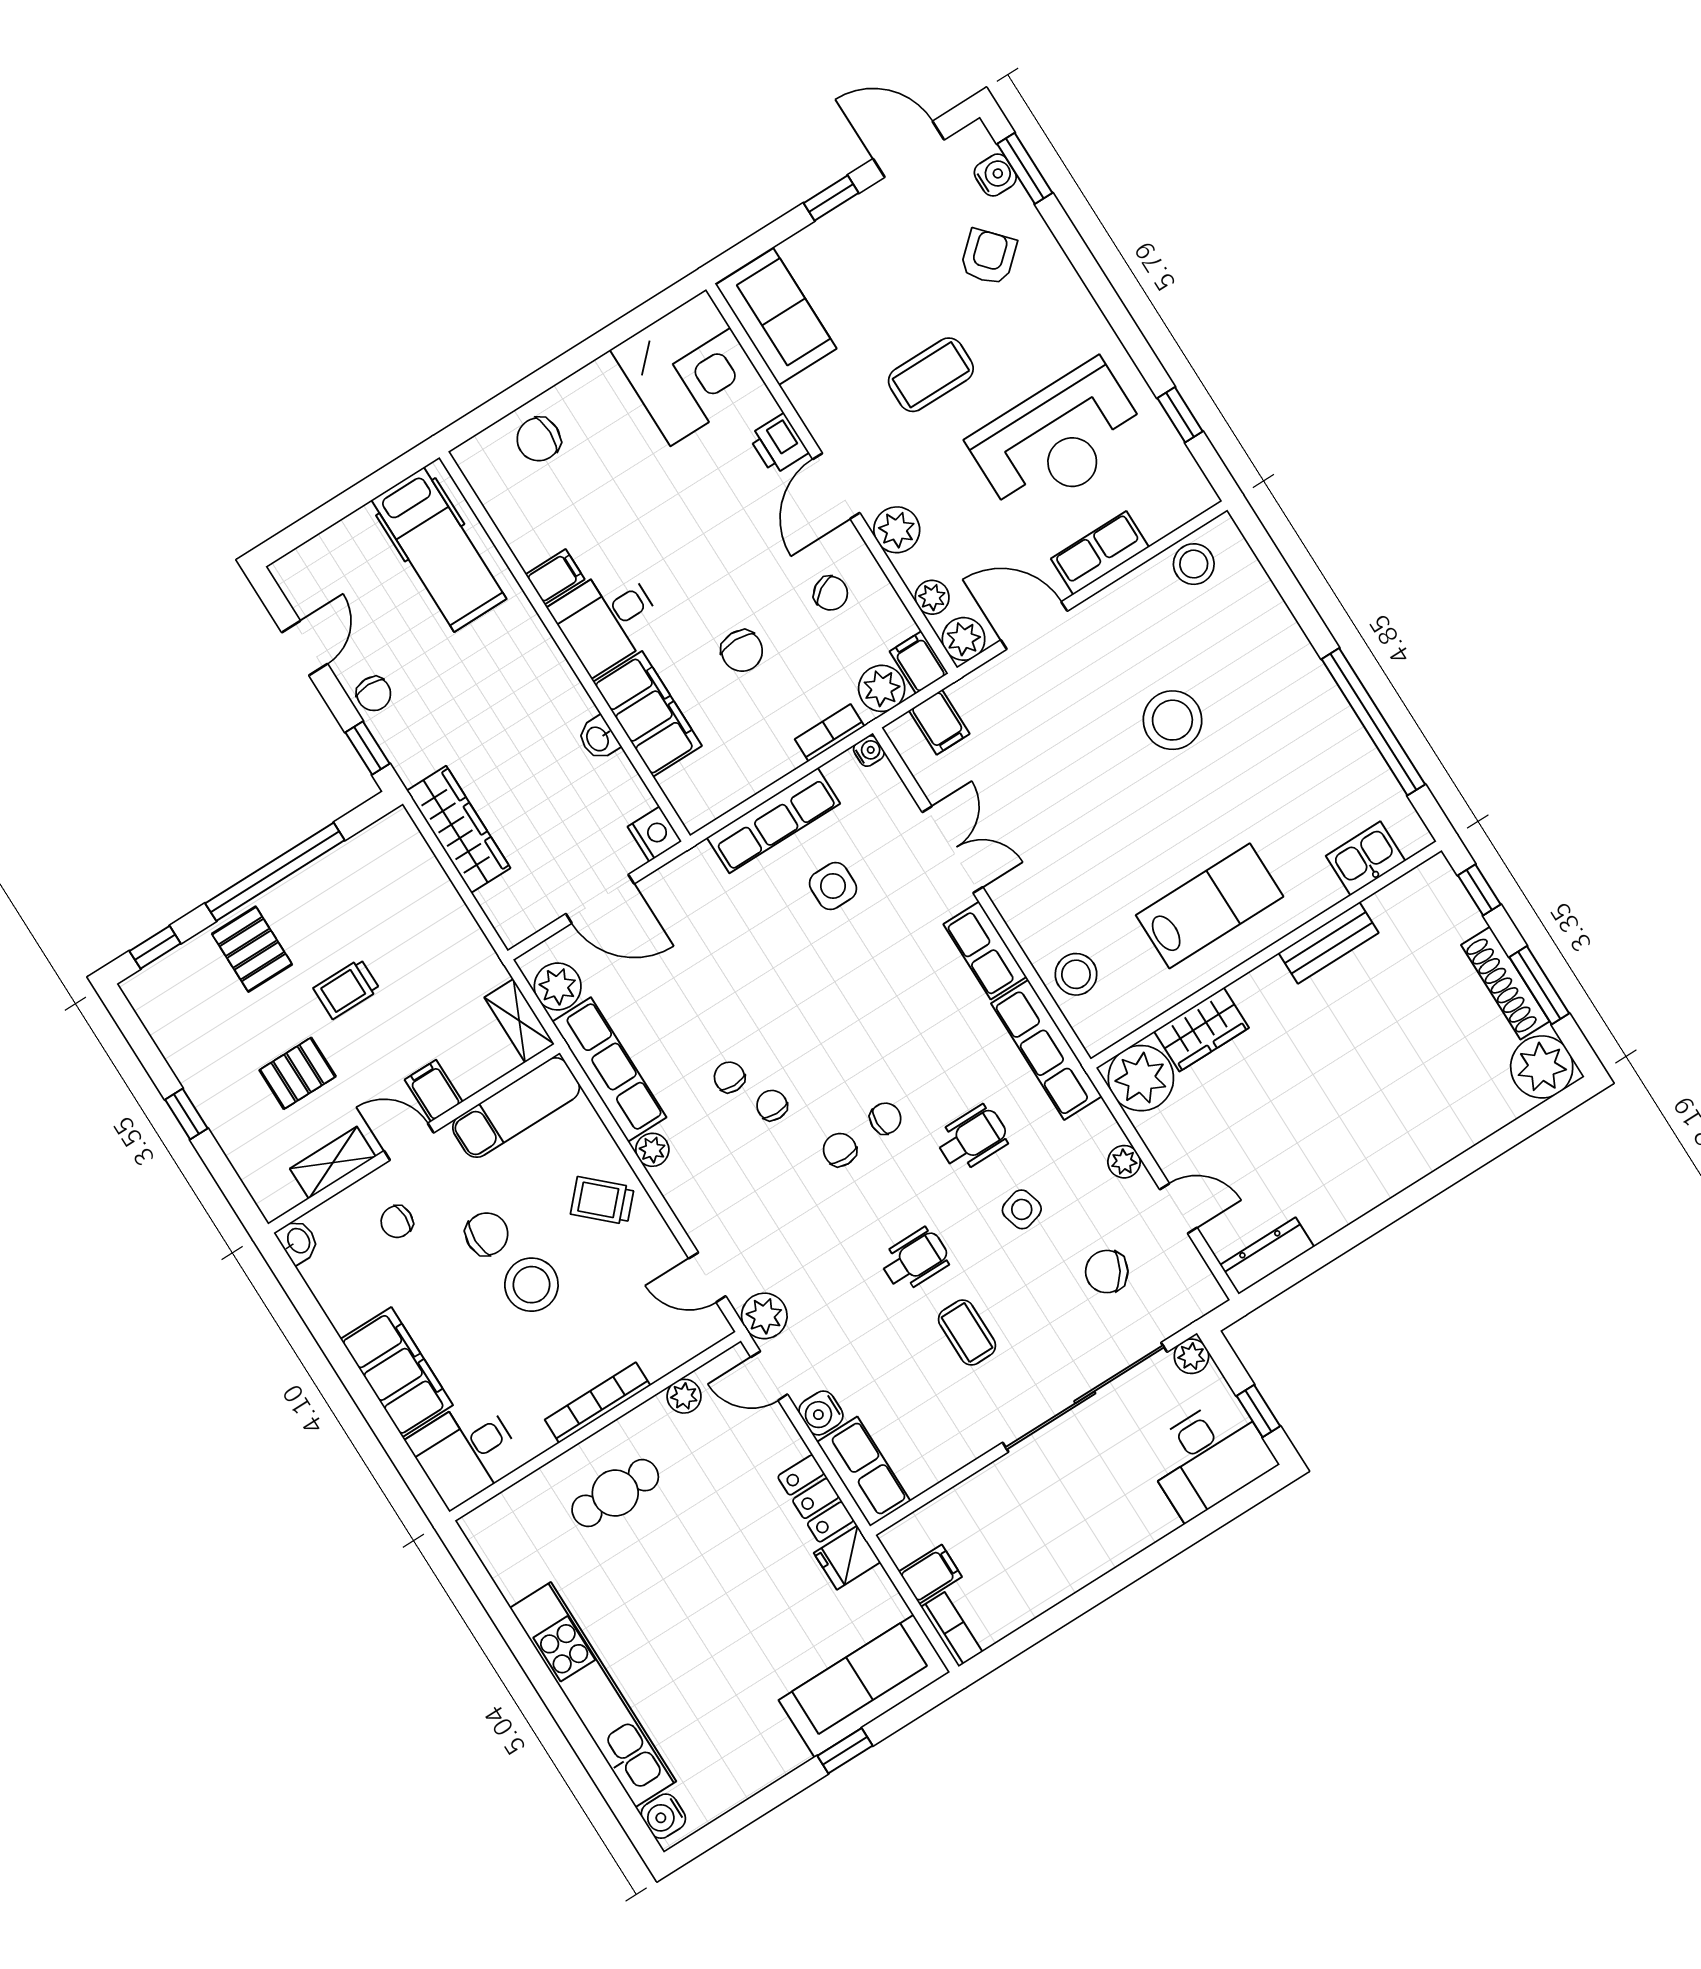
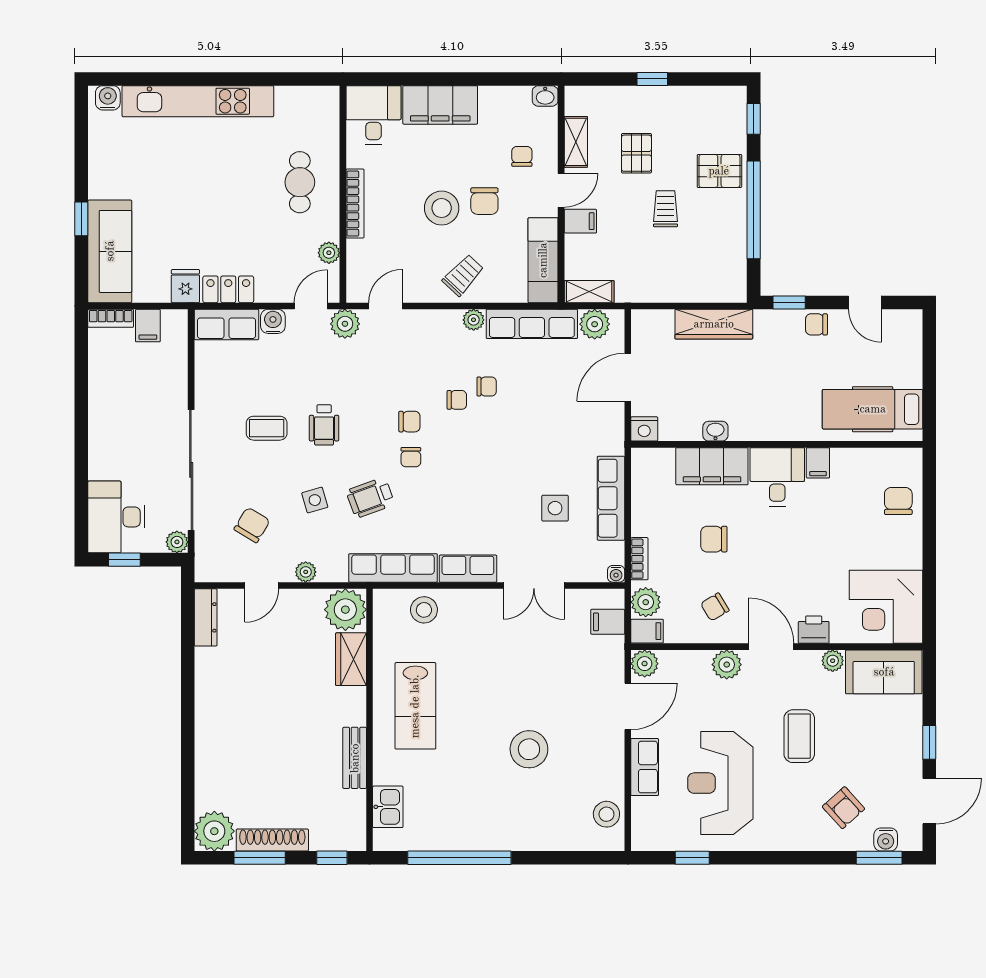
plant: (932, 597) -> (833, 661), moved
wheelchair: (972, 1138) -> (370, 498), turned 70

